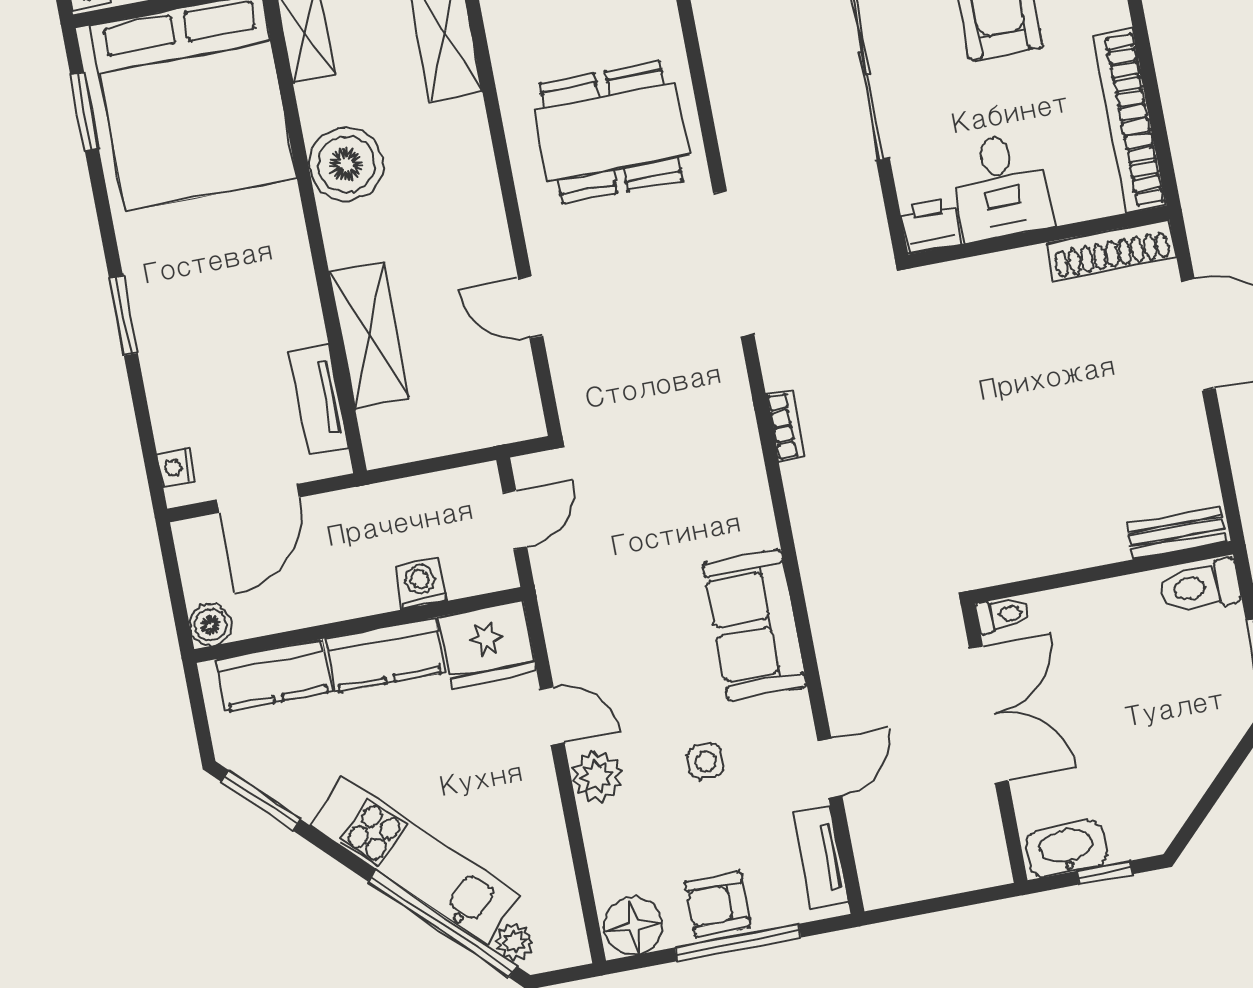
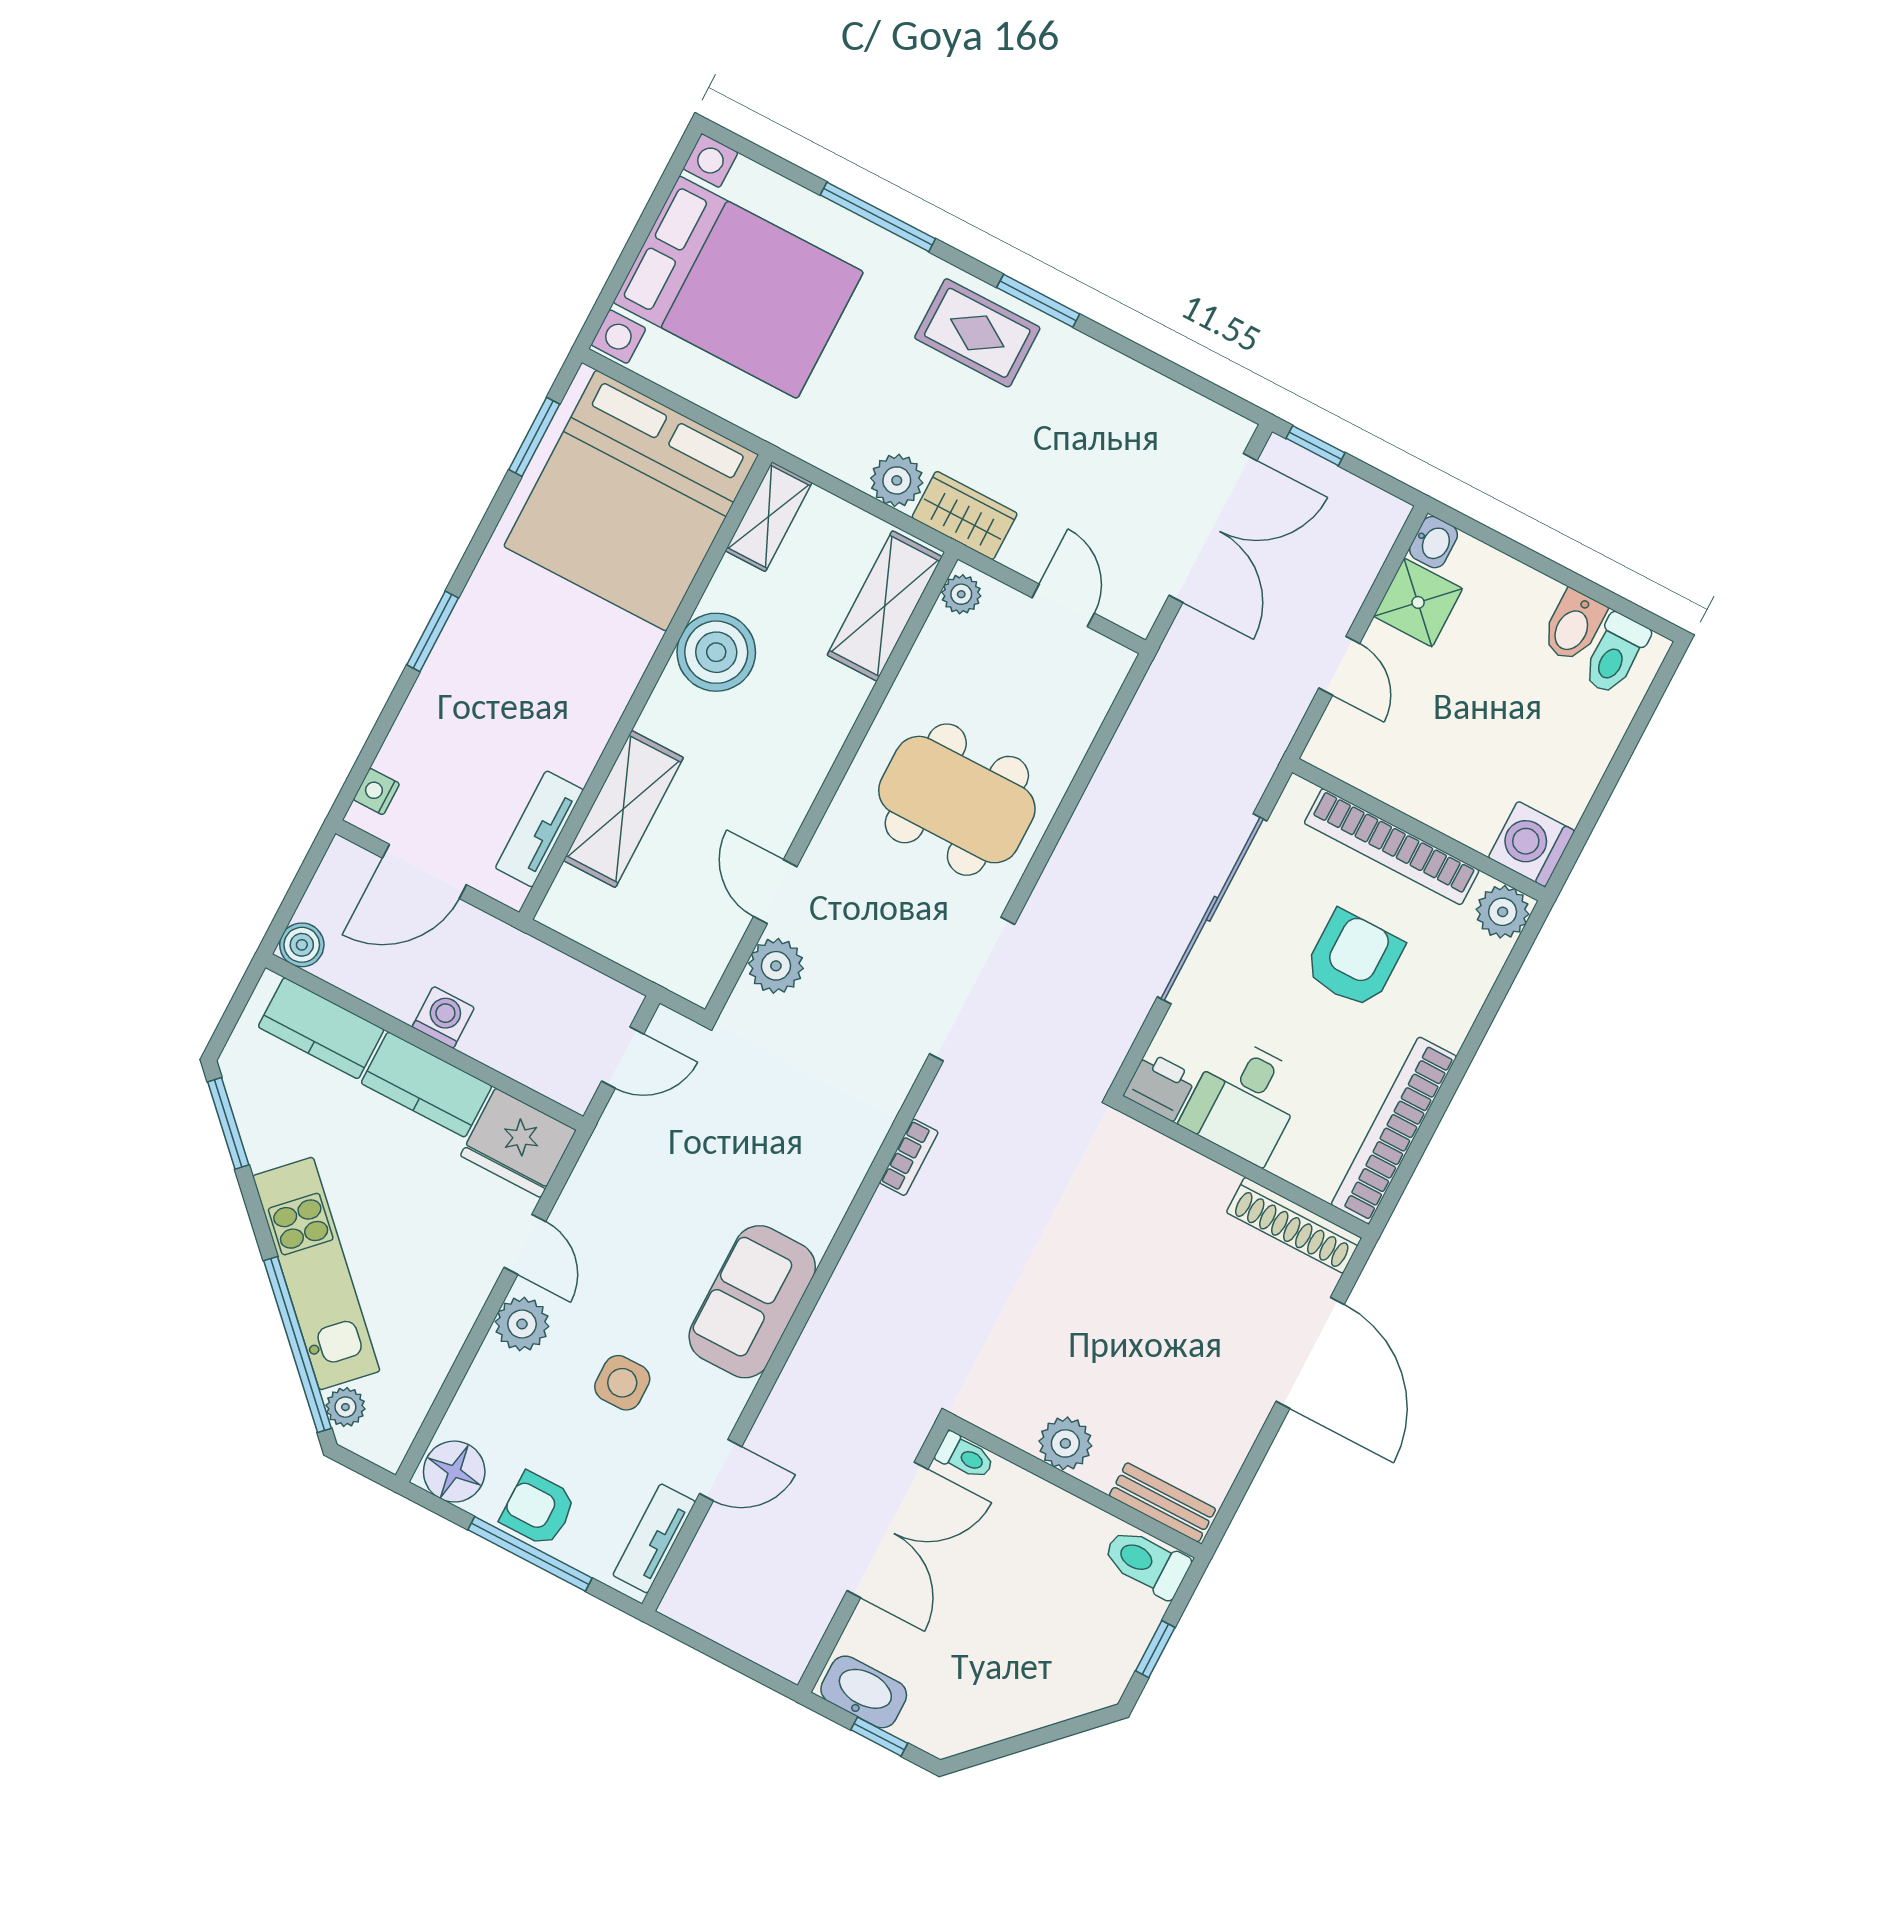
plant: (575, 362) -> (776, 966), added
plant: (1070, 546) -> (1065, 1443), added
washing machine: (421, 584) -> (443, 1017), moved
side table: (706, 761) -> (622, 1383), width x1.37, depth x1.37

